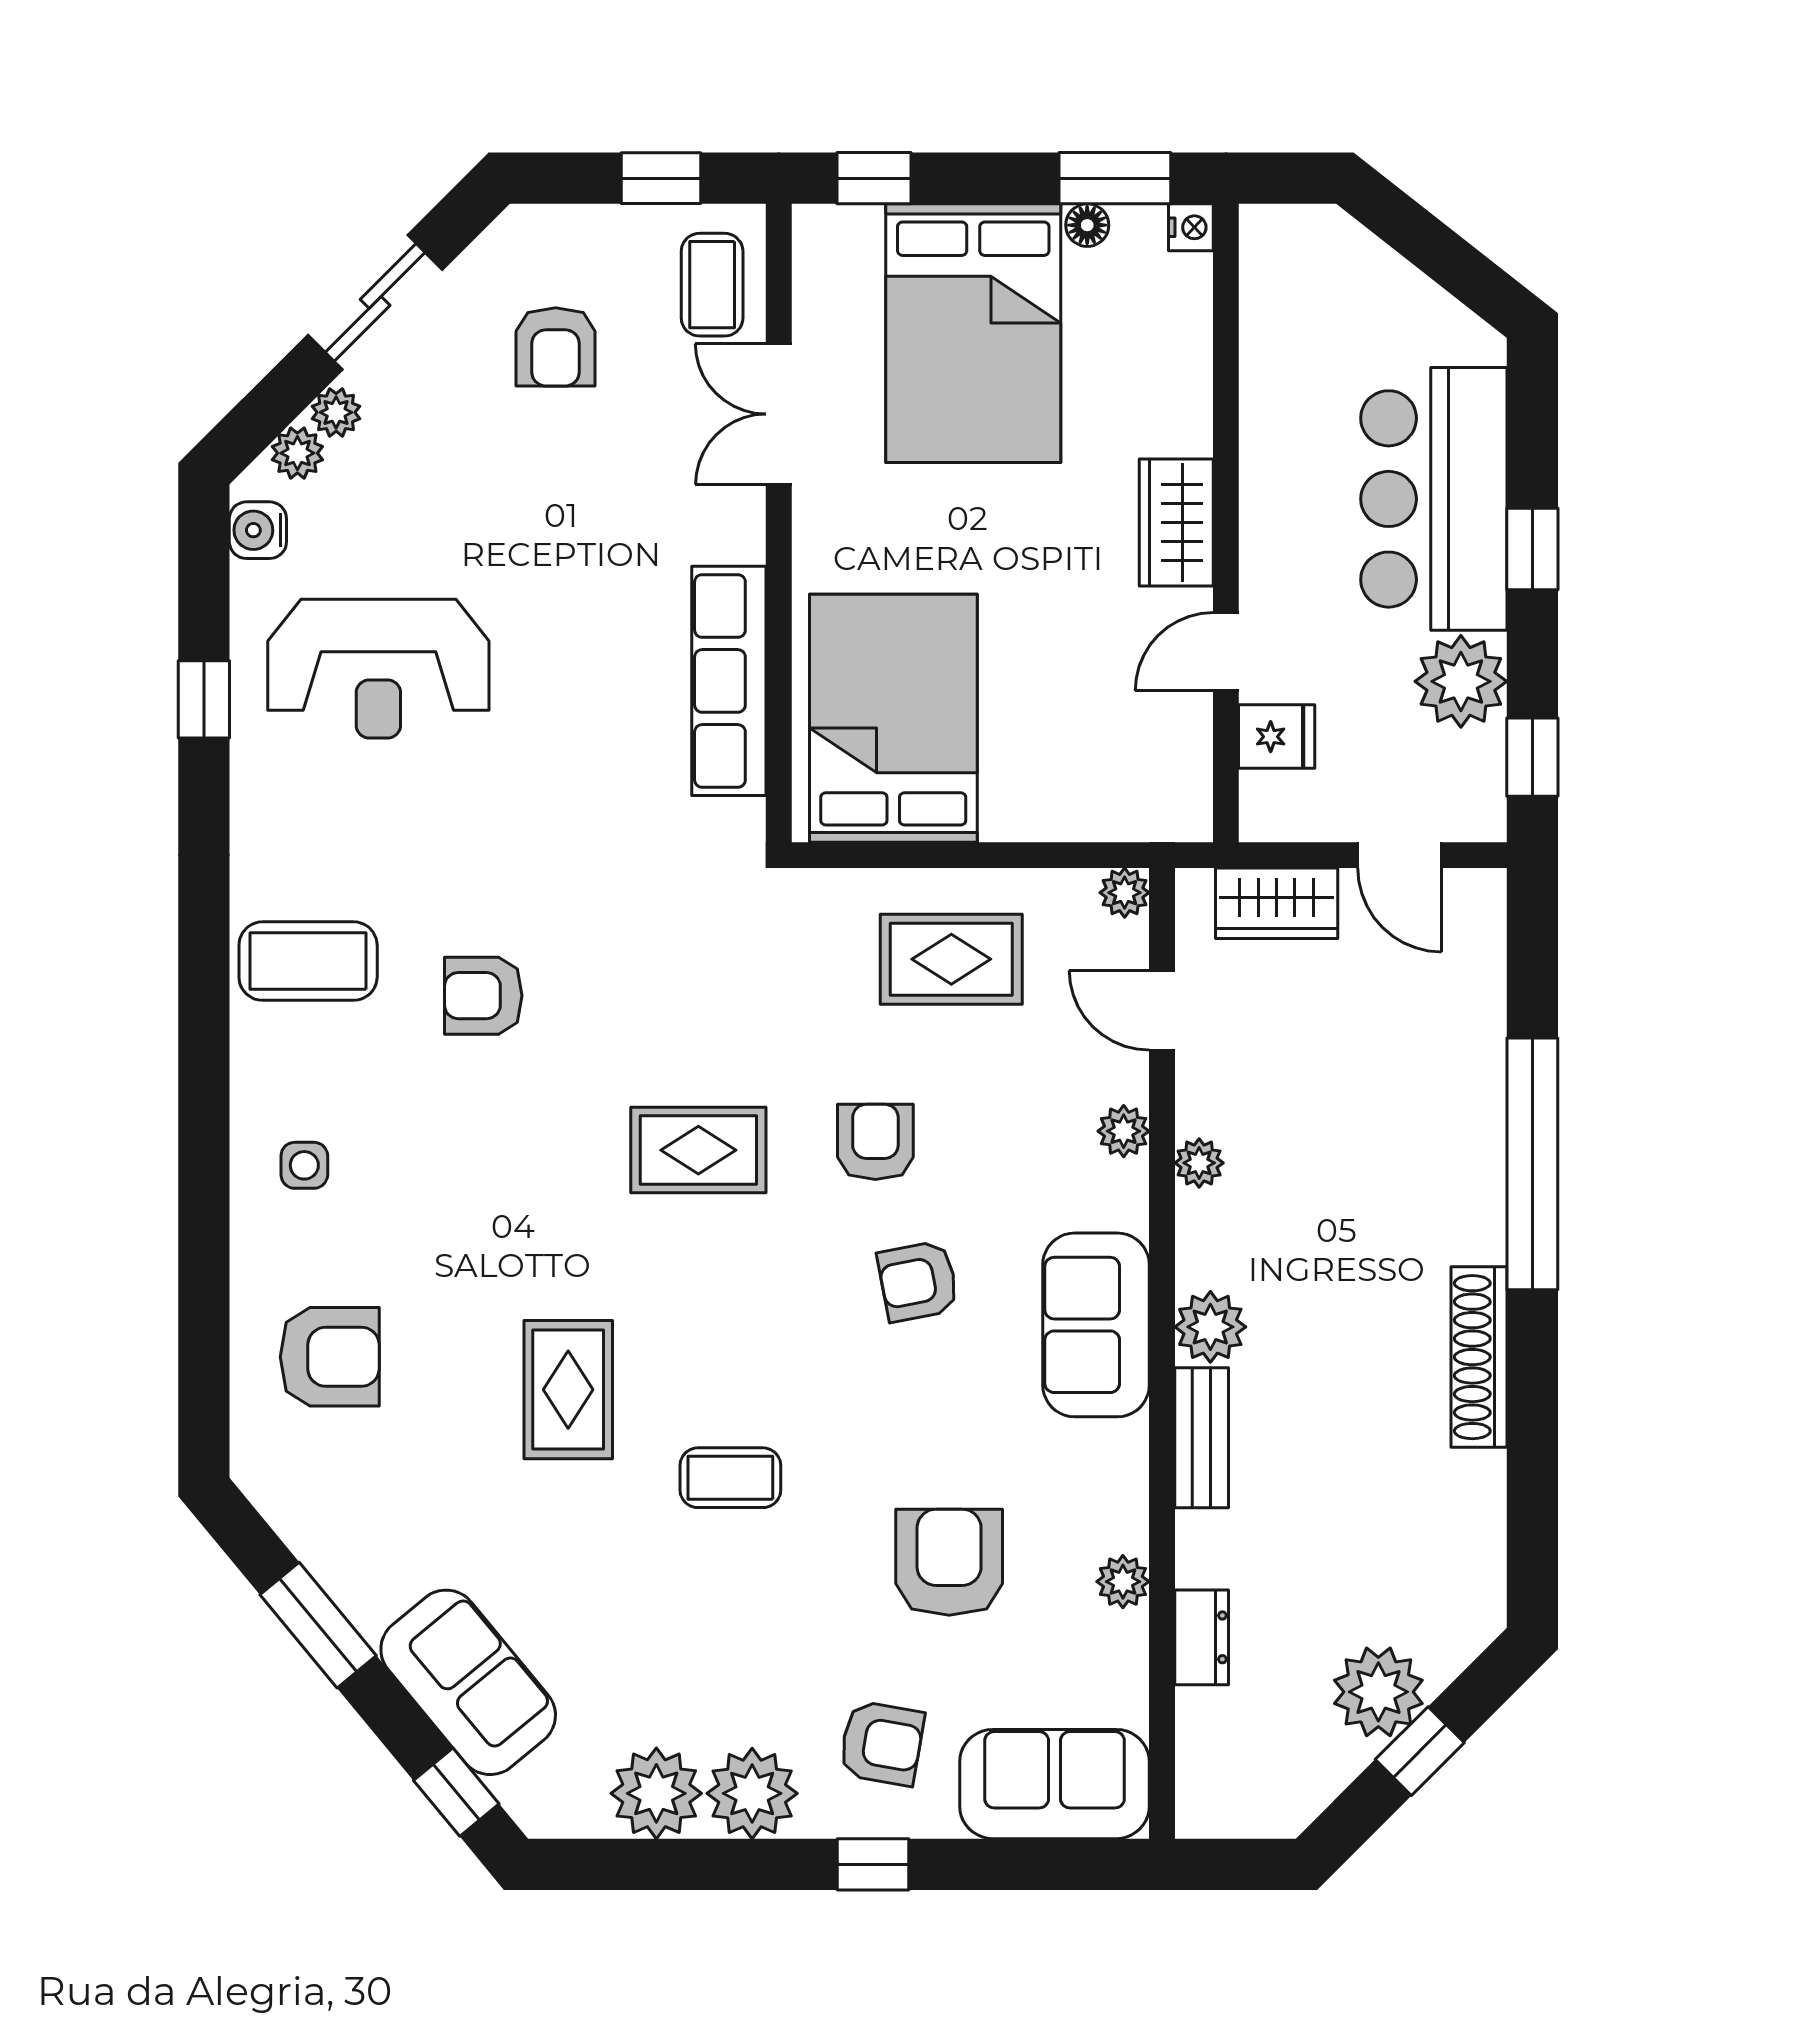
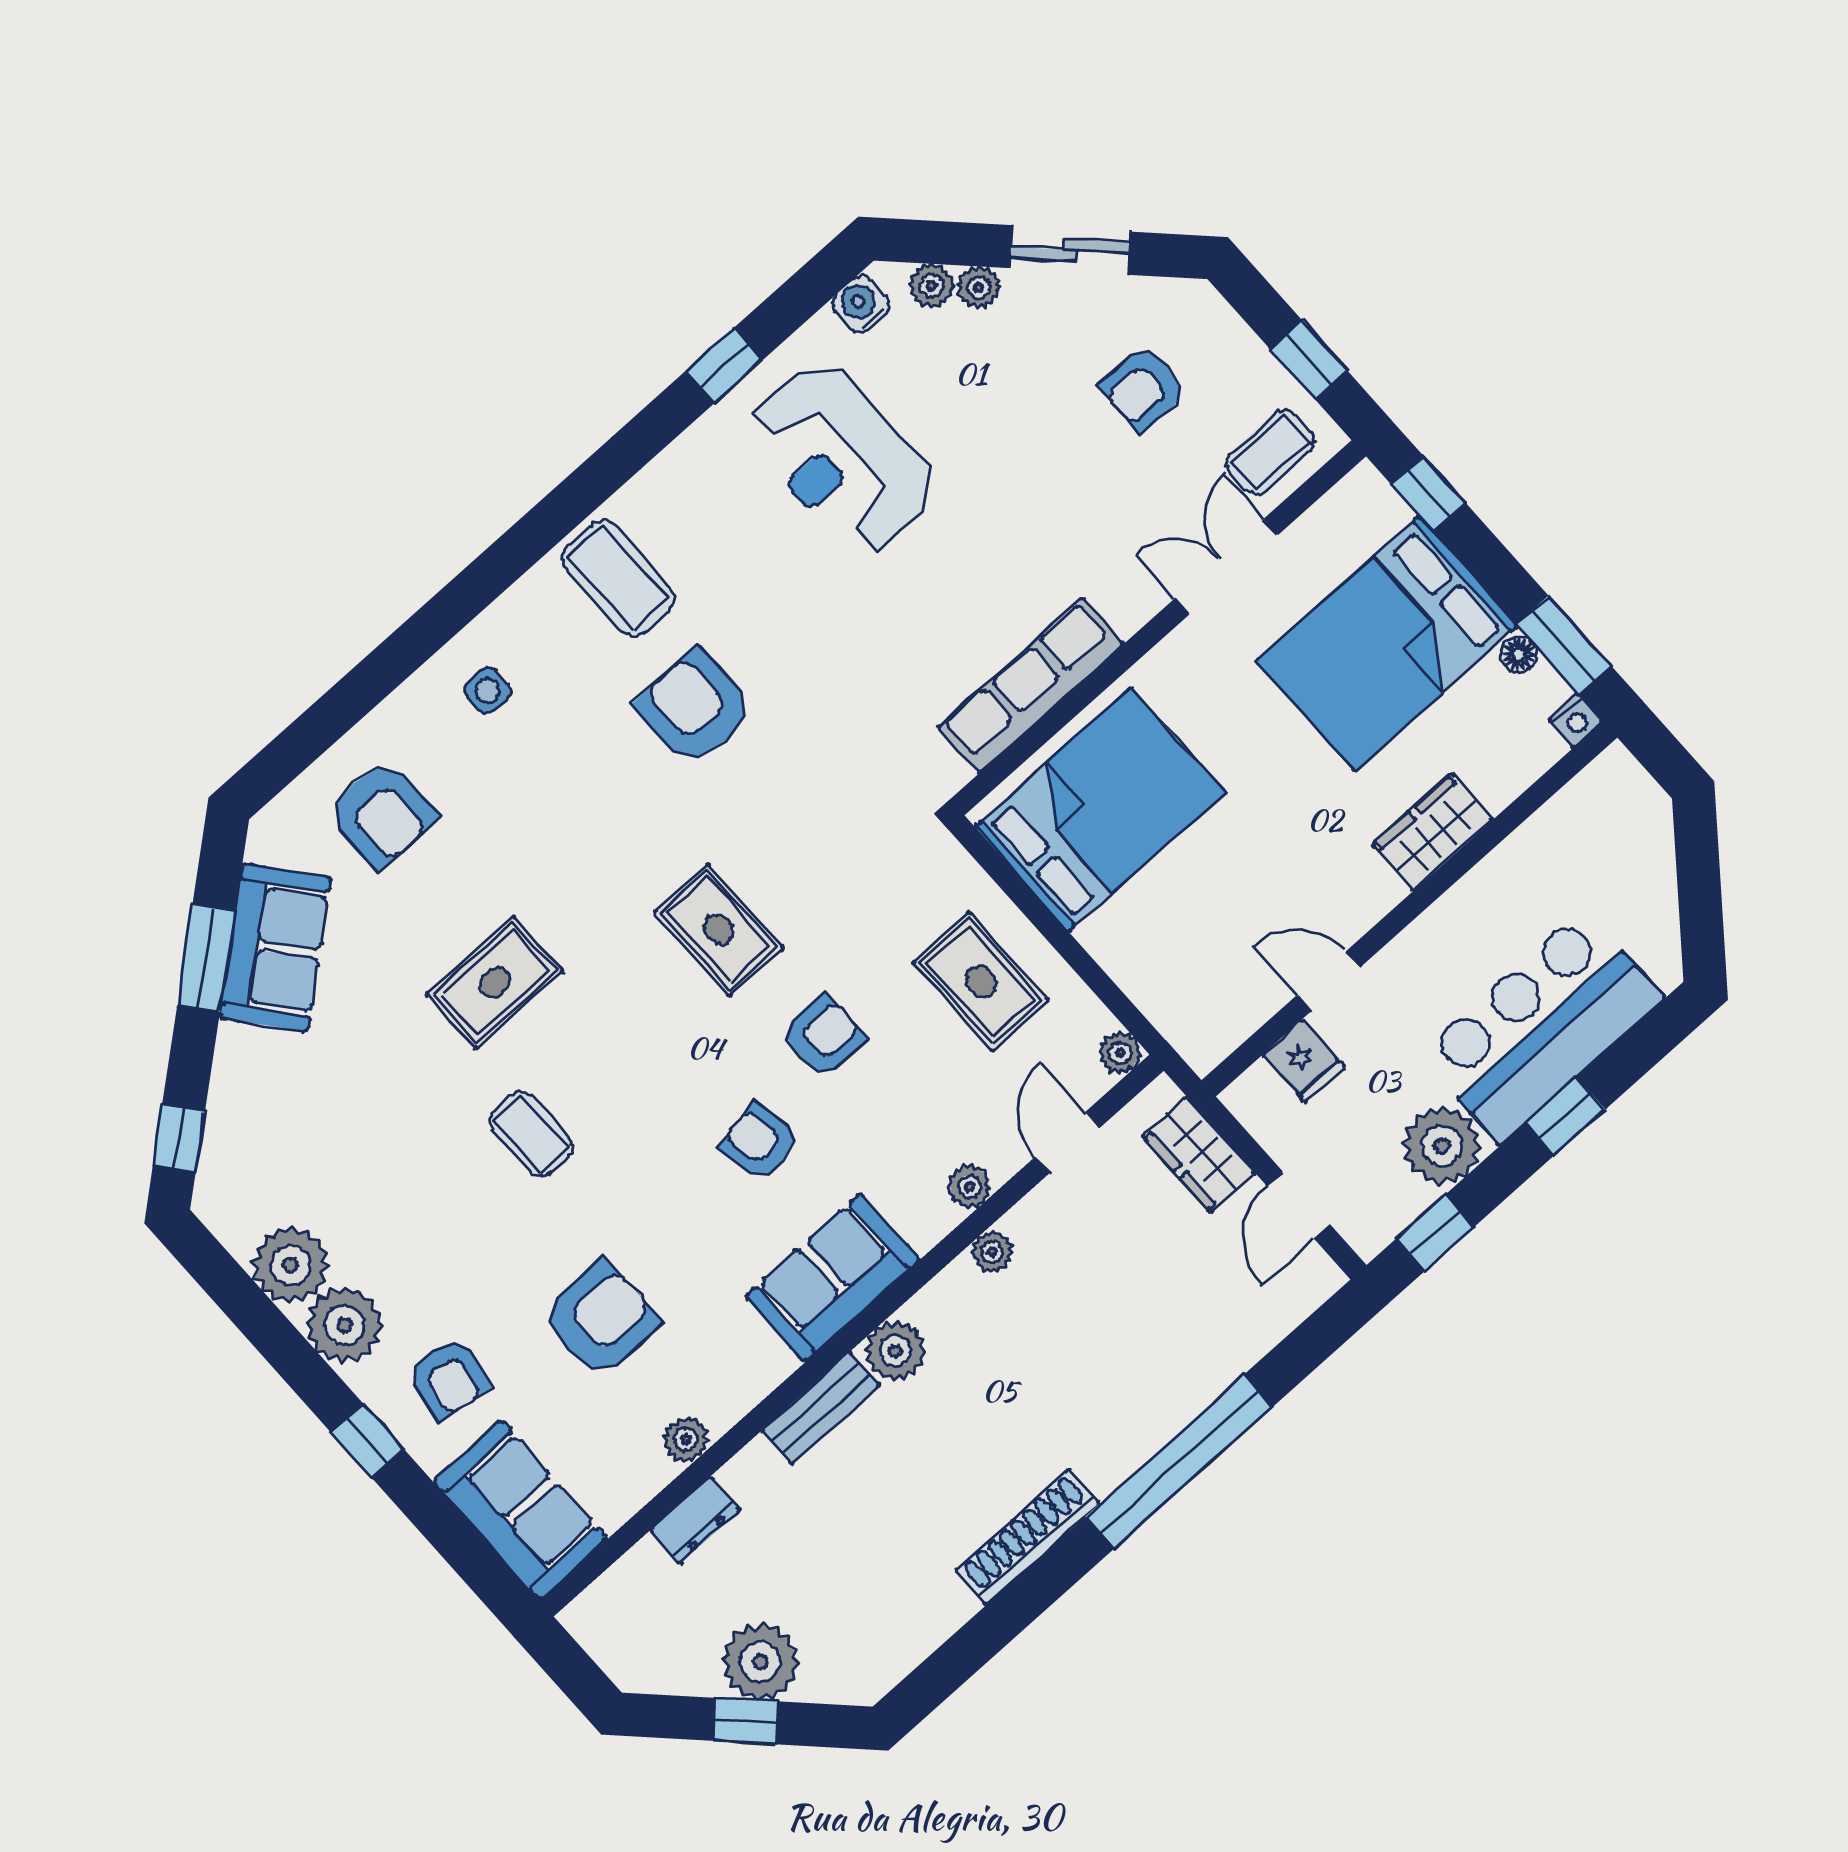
wardrobe: (1176, 523) -> (1432, 832), moved
armchair: (483, 996) -> (695, 708), width x1.38, depth x1.38
sofa: (468, 1682) -> (275, 948), moved

